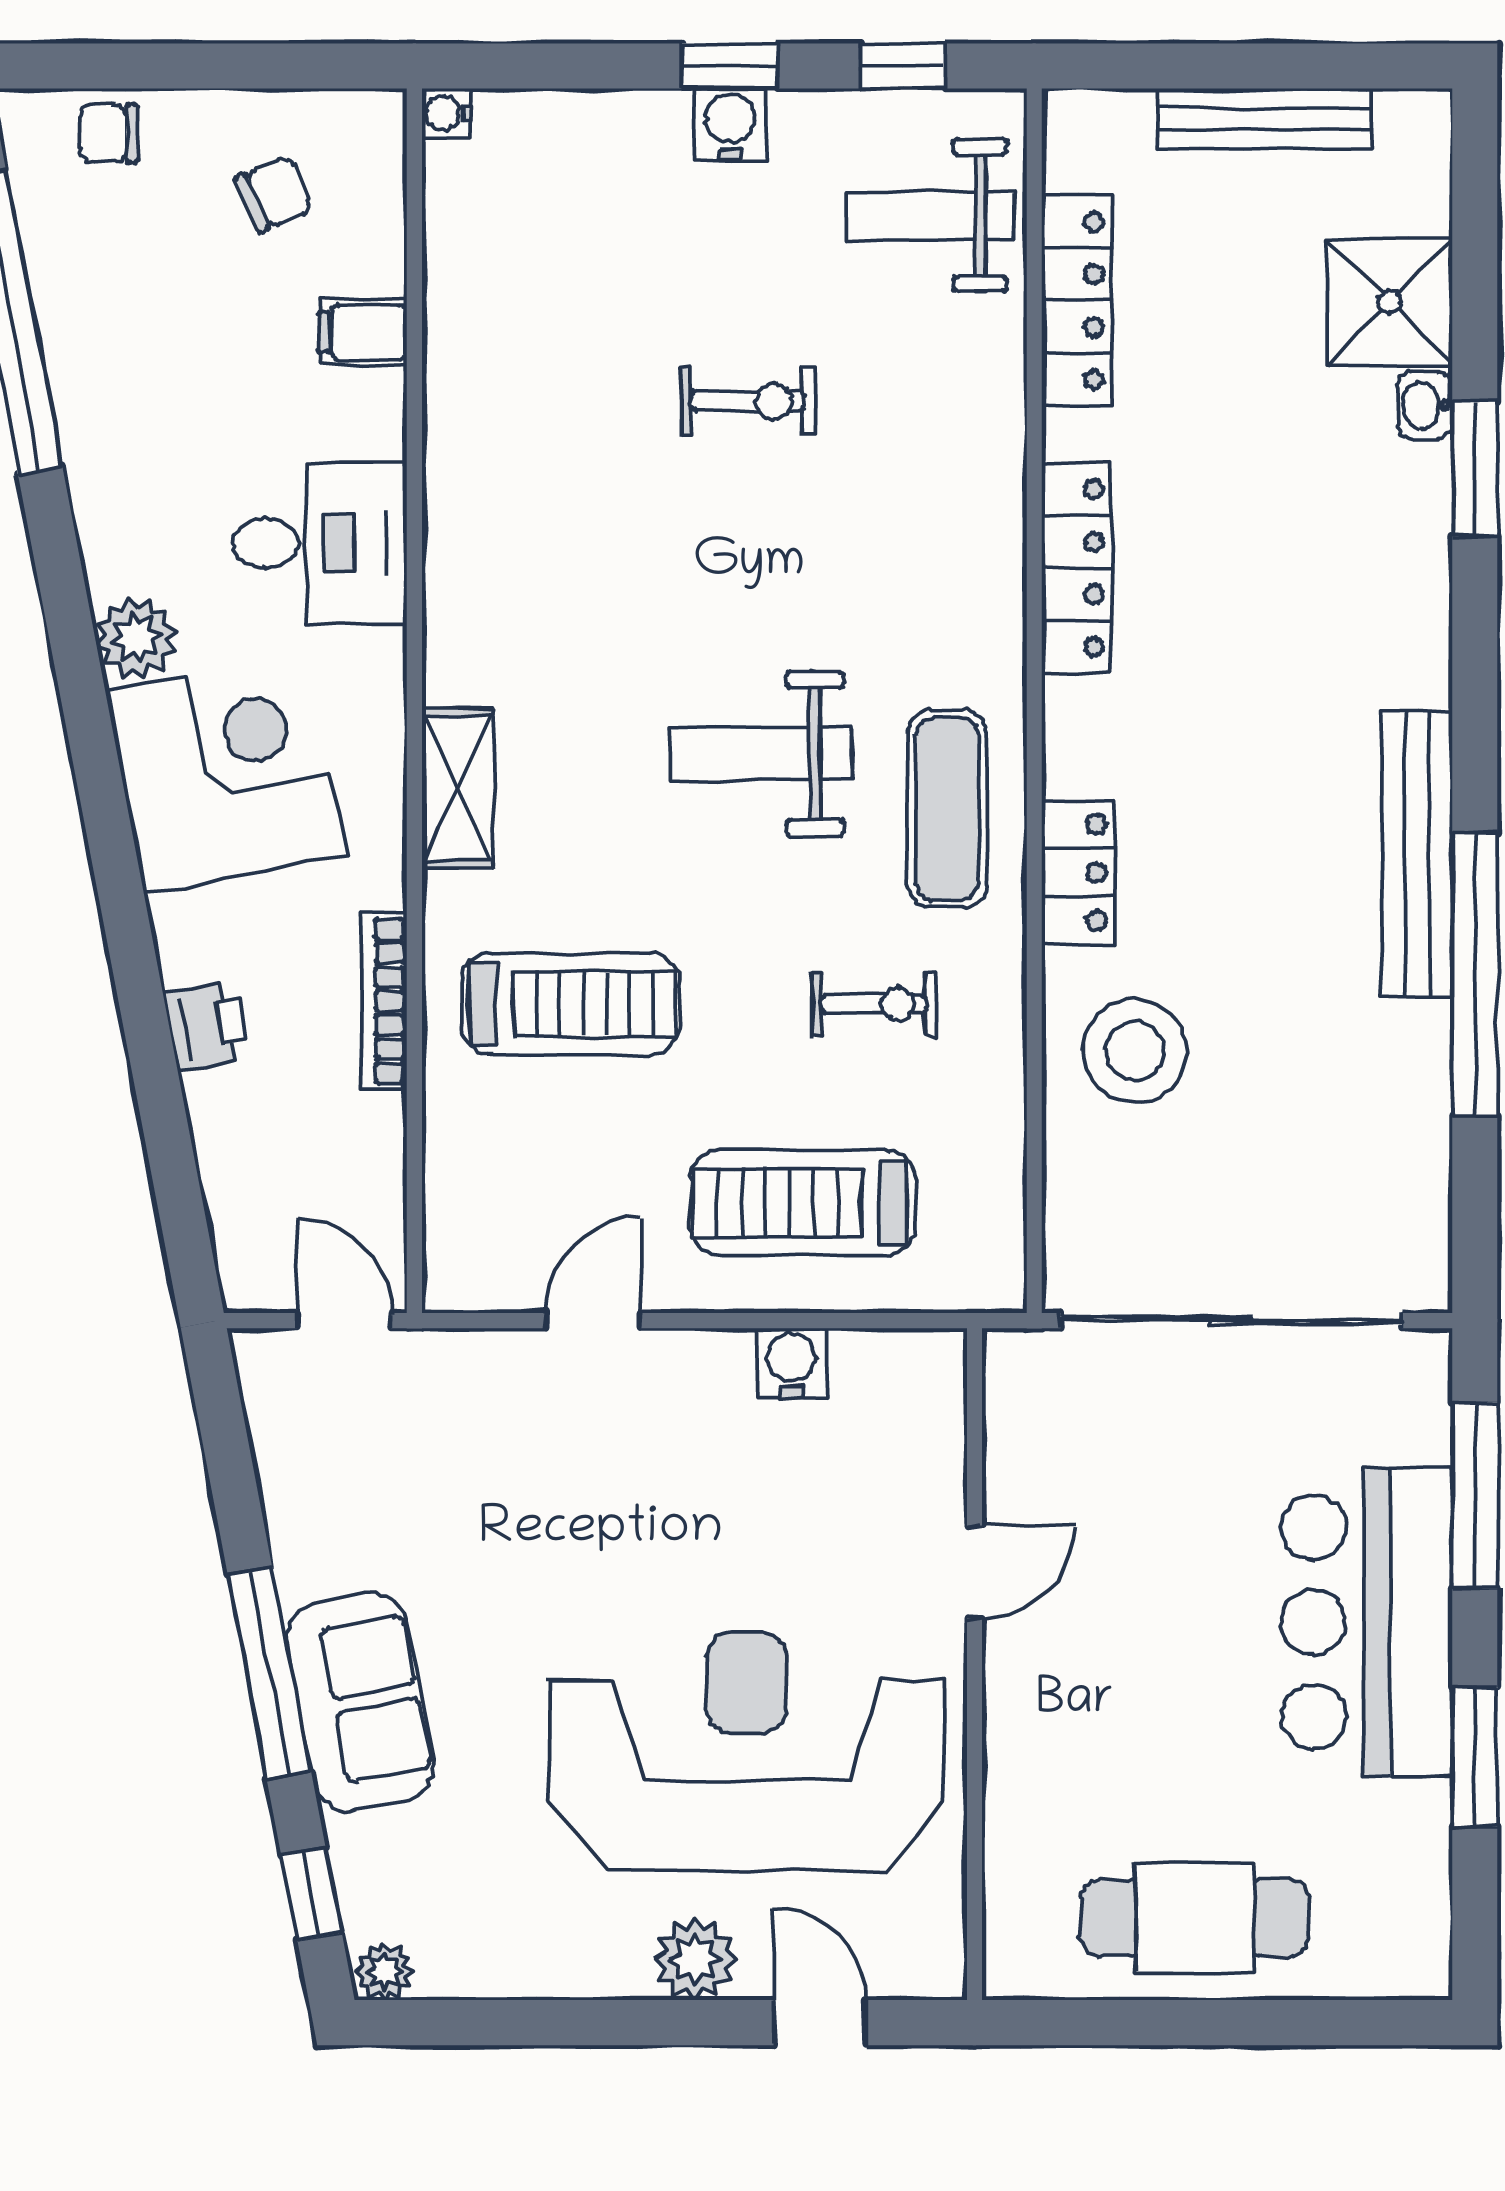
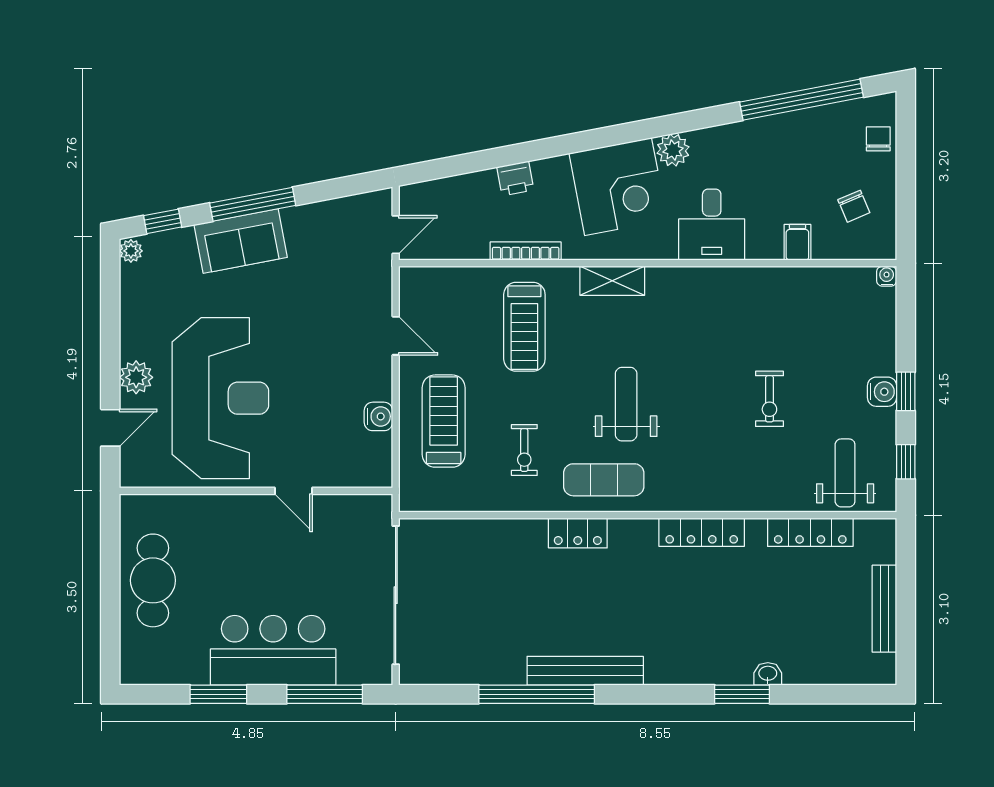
shower: (1389, 302) -> (810, 660), removed
stool: (1135, 1051) -> (505, 556), removed

